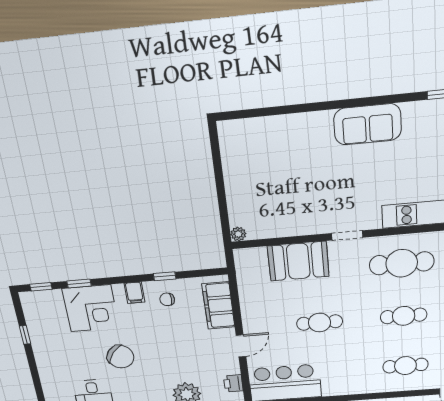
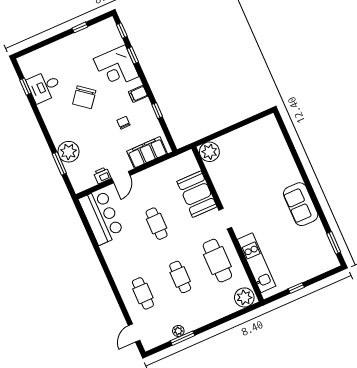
plant: (238, 234) -> (209, 152), width x1.88, depth x1.88
chair: (167, 299) -> (123, 123), moved
door: (241, 346) -> (121, 177), hinge flipped
printer: (233, 383) -> (102, 175), moved

